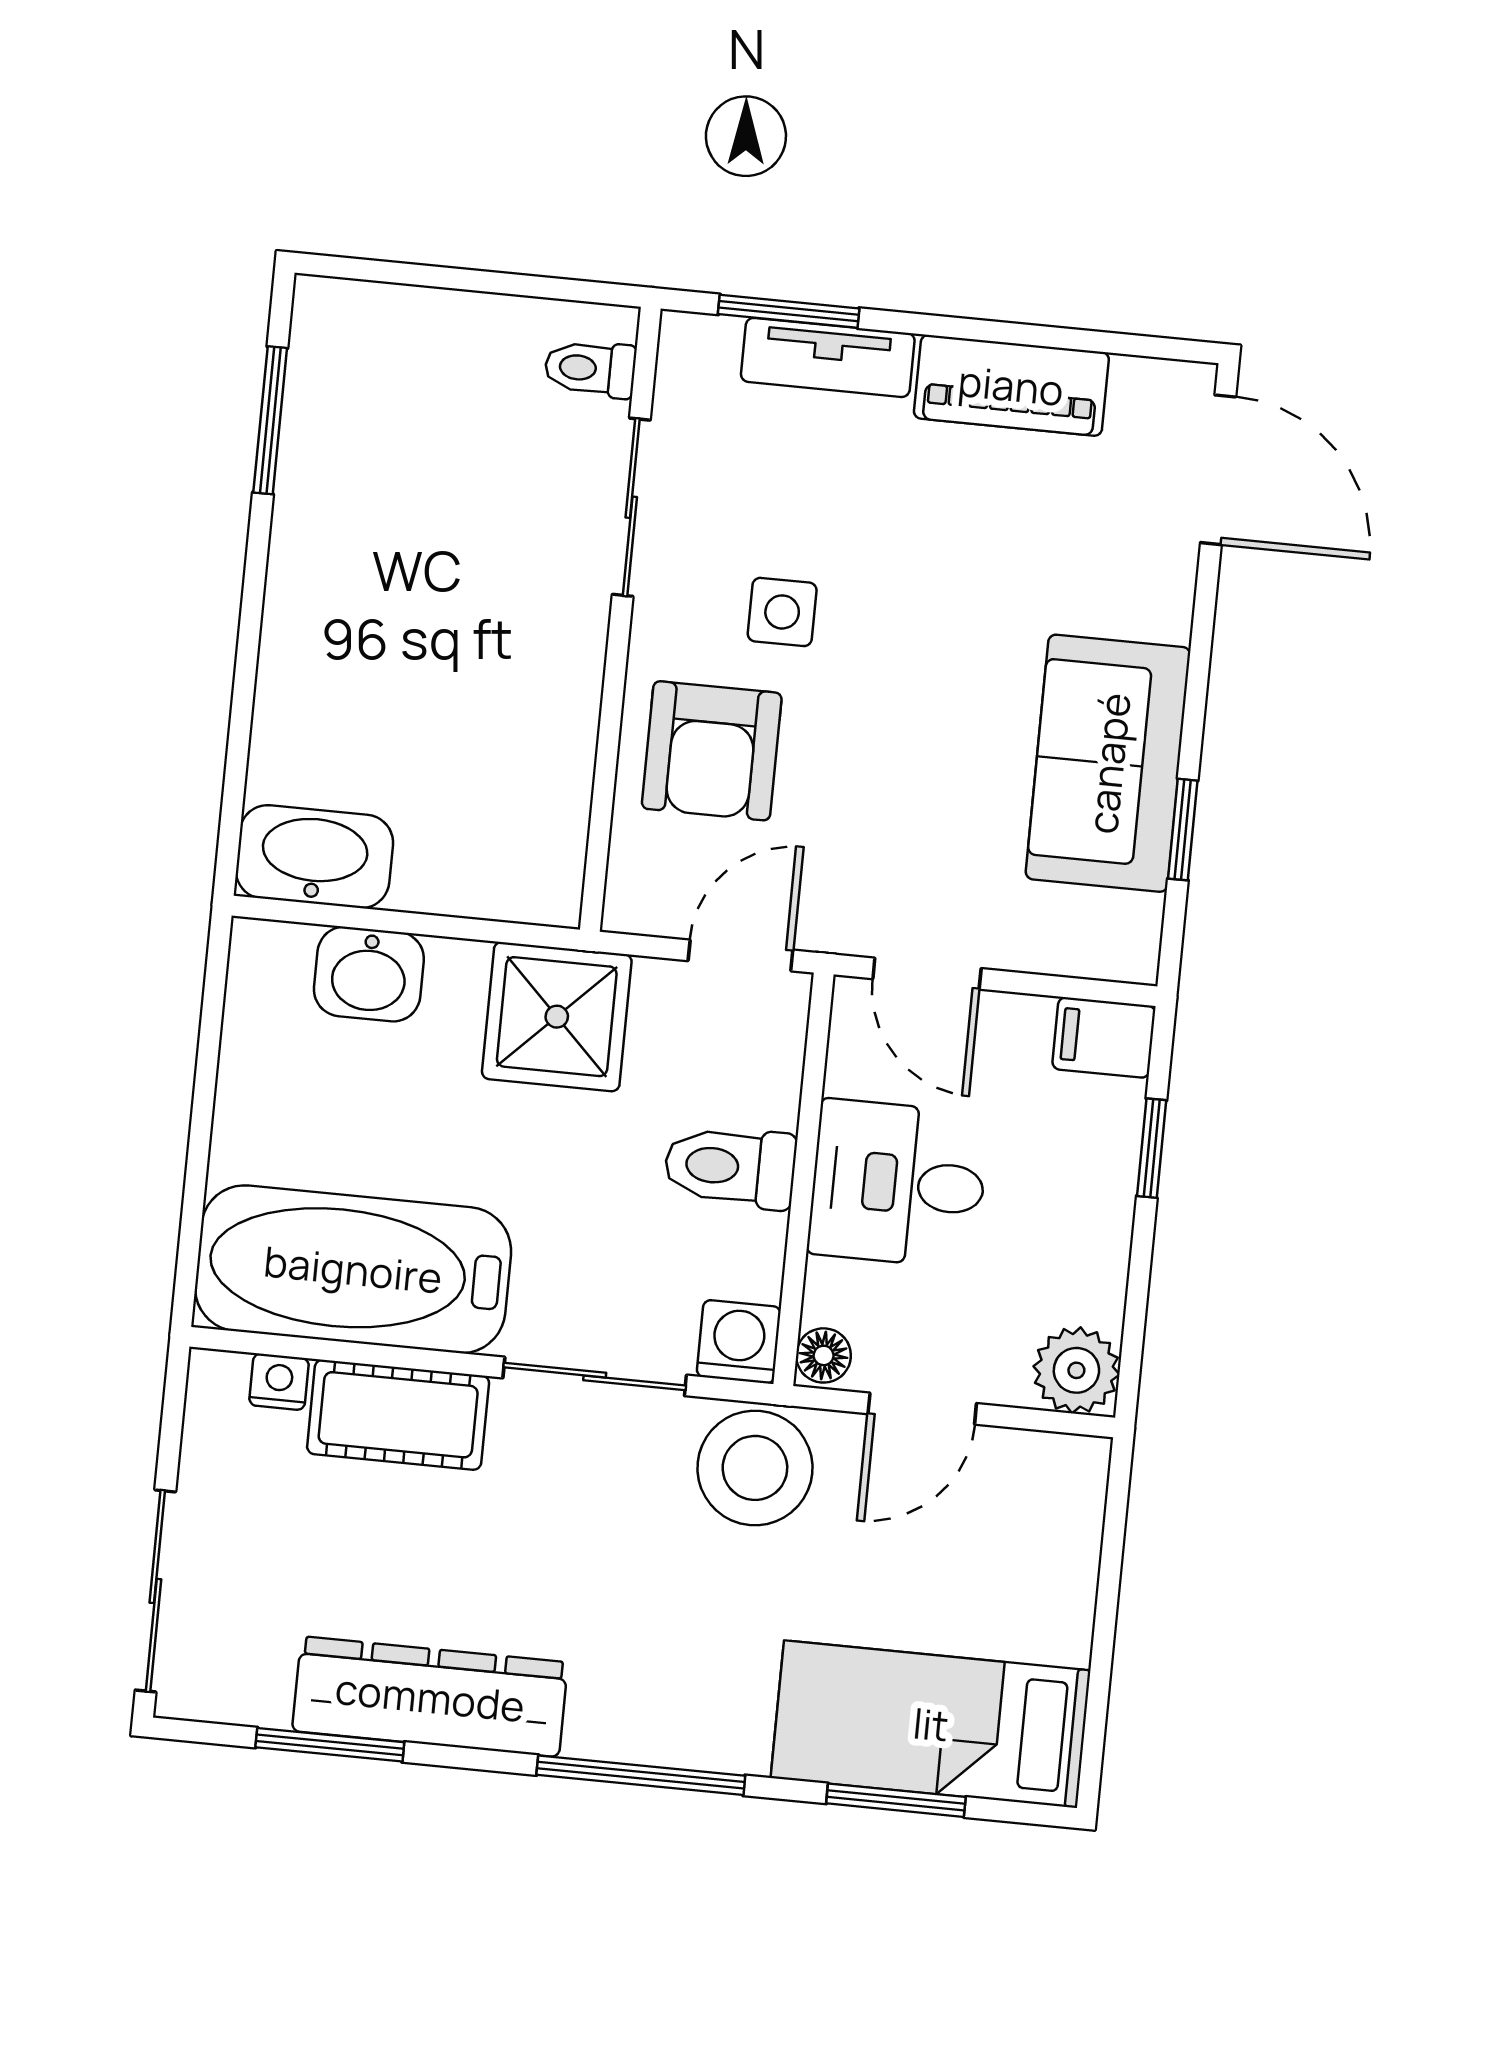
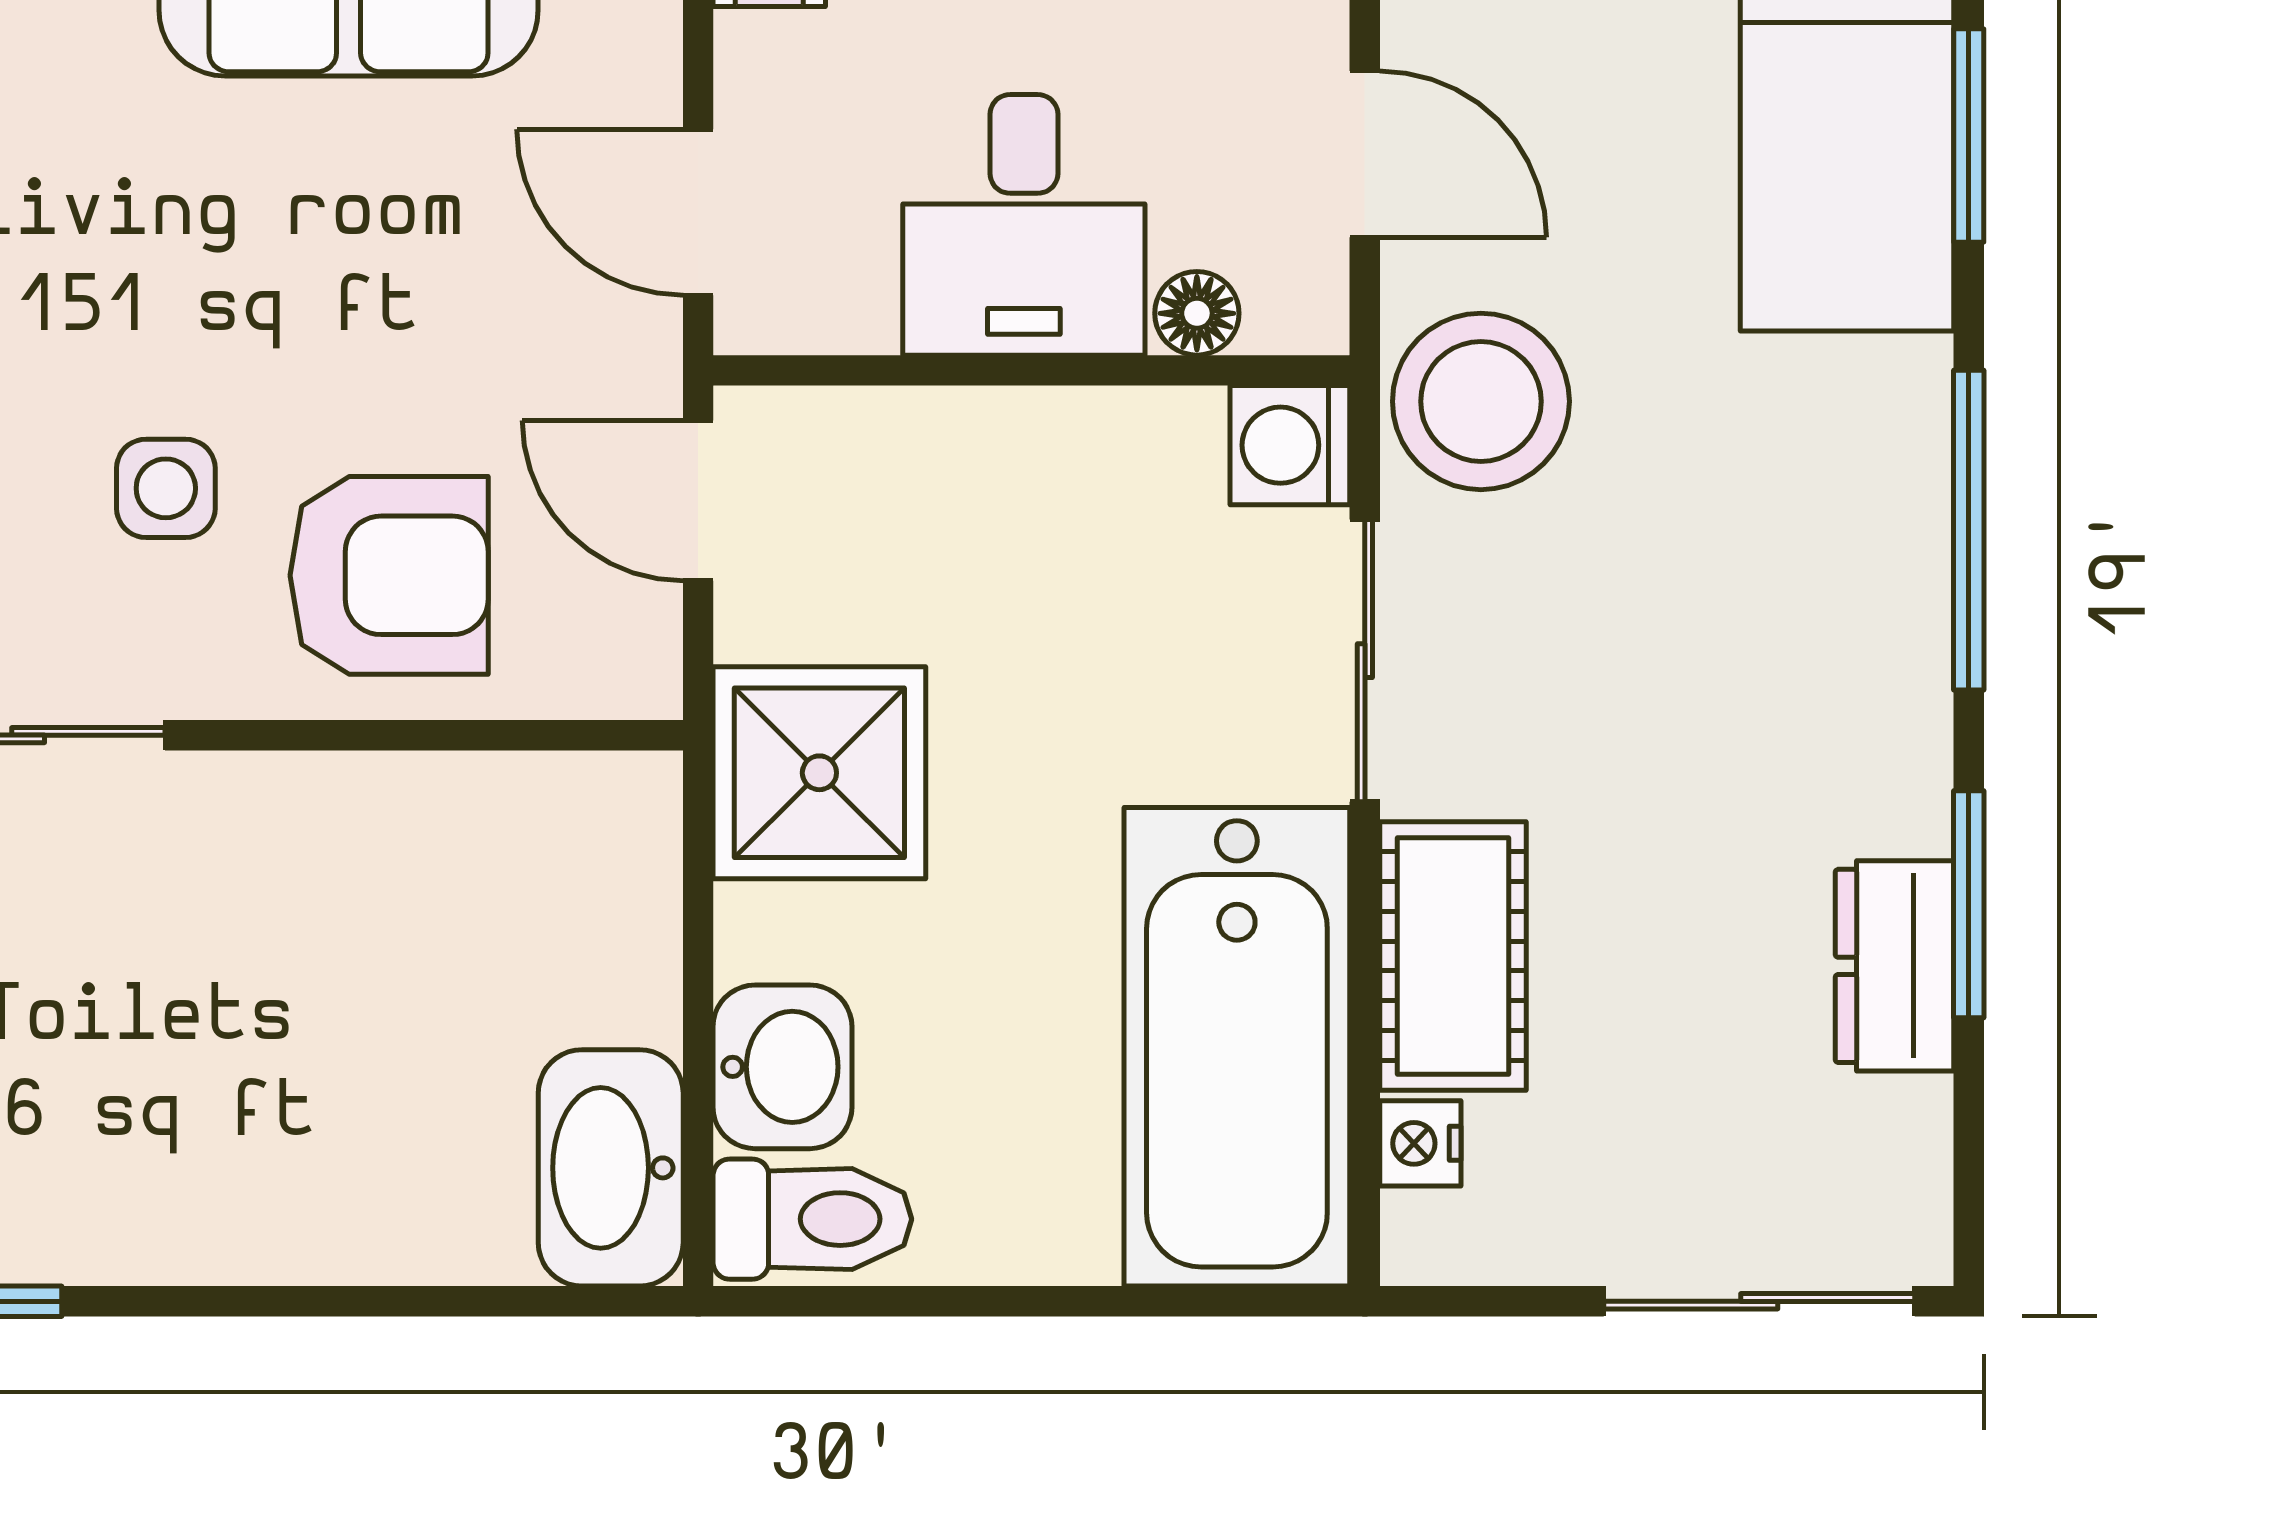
door: (927, 974) -> (698, 212), swing flipped
toilet: (730, 1167) -> (812, 1219), moved, turned -90
floor lamp: (824, 1355) -> (1197, 313), moved
dresser: (430, 1697) -> (1894, 966), width x0.51, depth x0.80
window: (330, 1745) -> (1969, 904), moved

